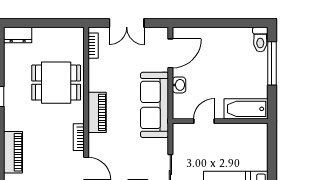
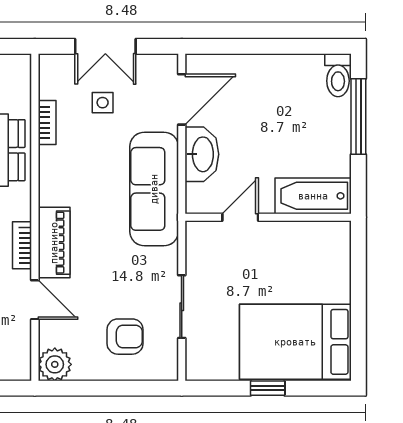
bookcase: (93, 46) -> (47, 123), moved
side table: (125, 55) -> (103, 103), added
washbasin: (179, 85) -> (202, 154), width x1.91, depth x1.45
piano: (97, 112) -> (54, 243), moved

